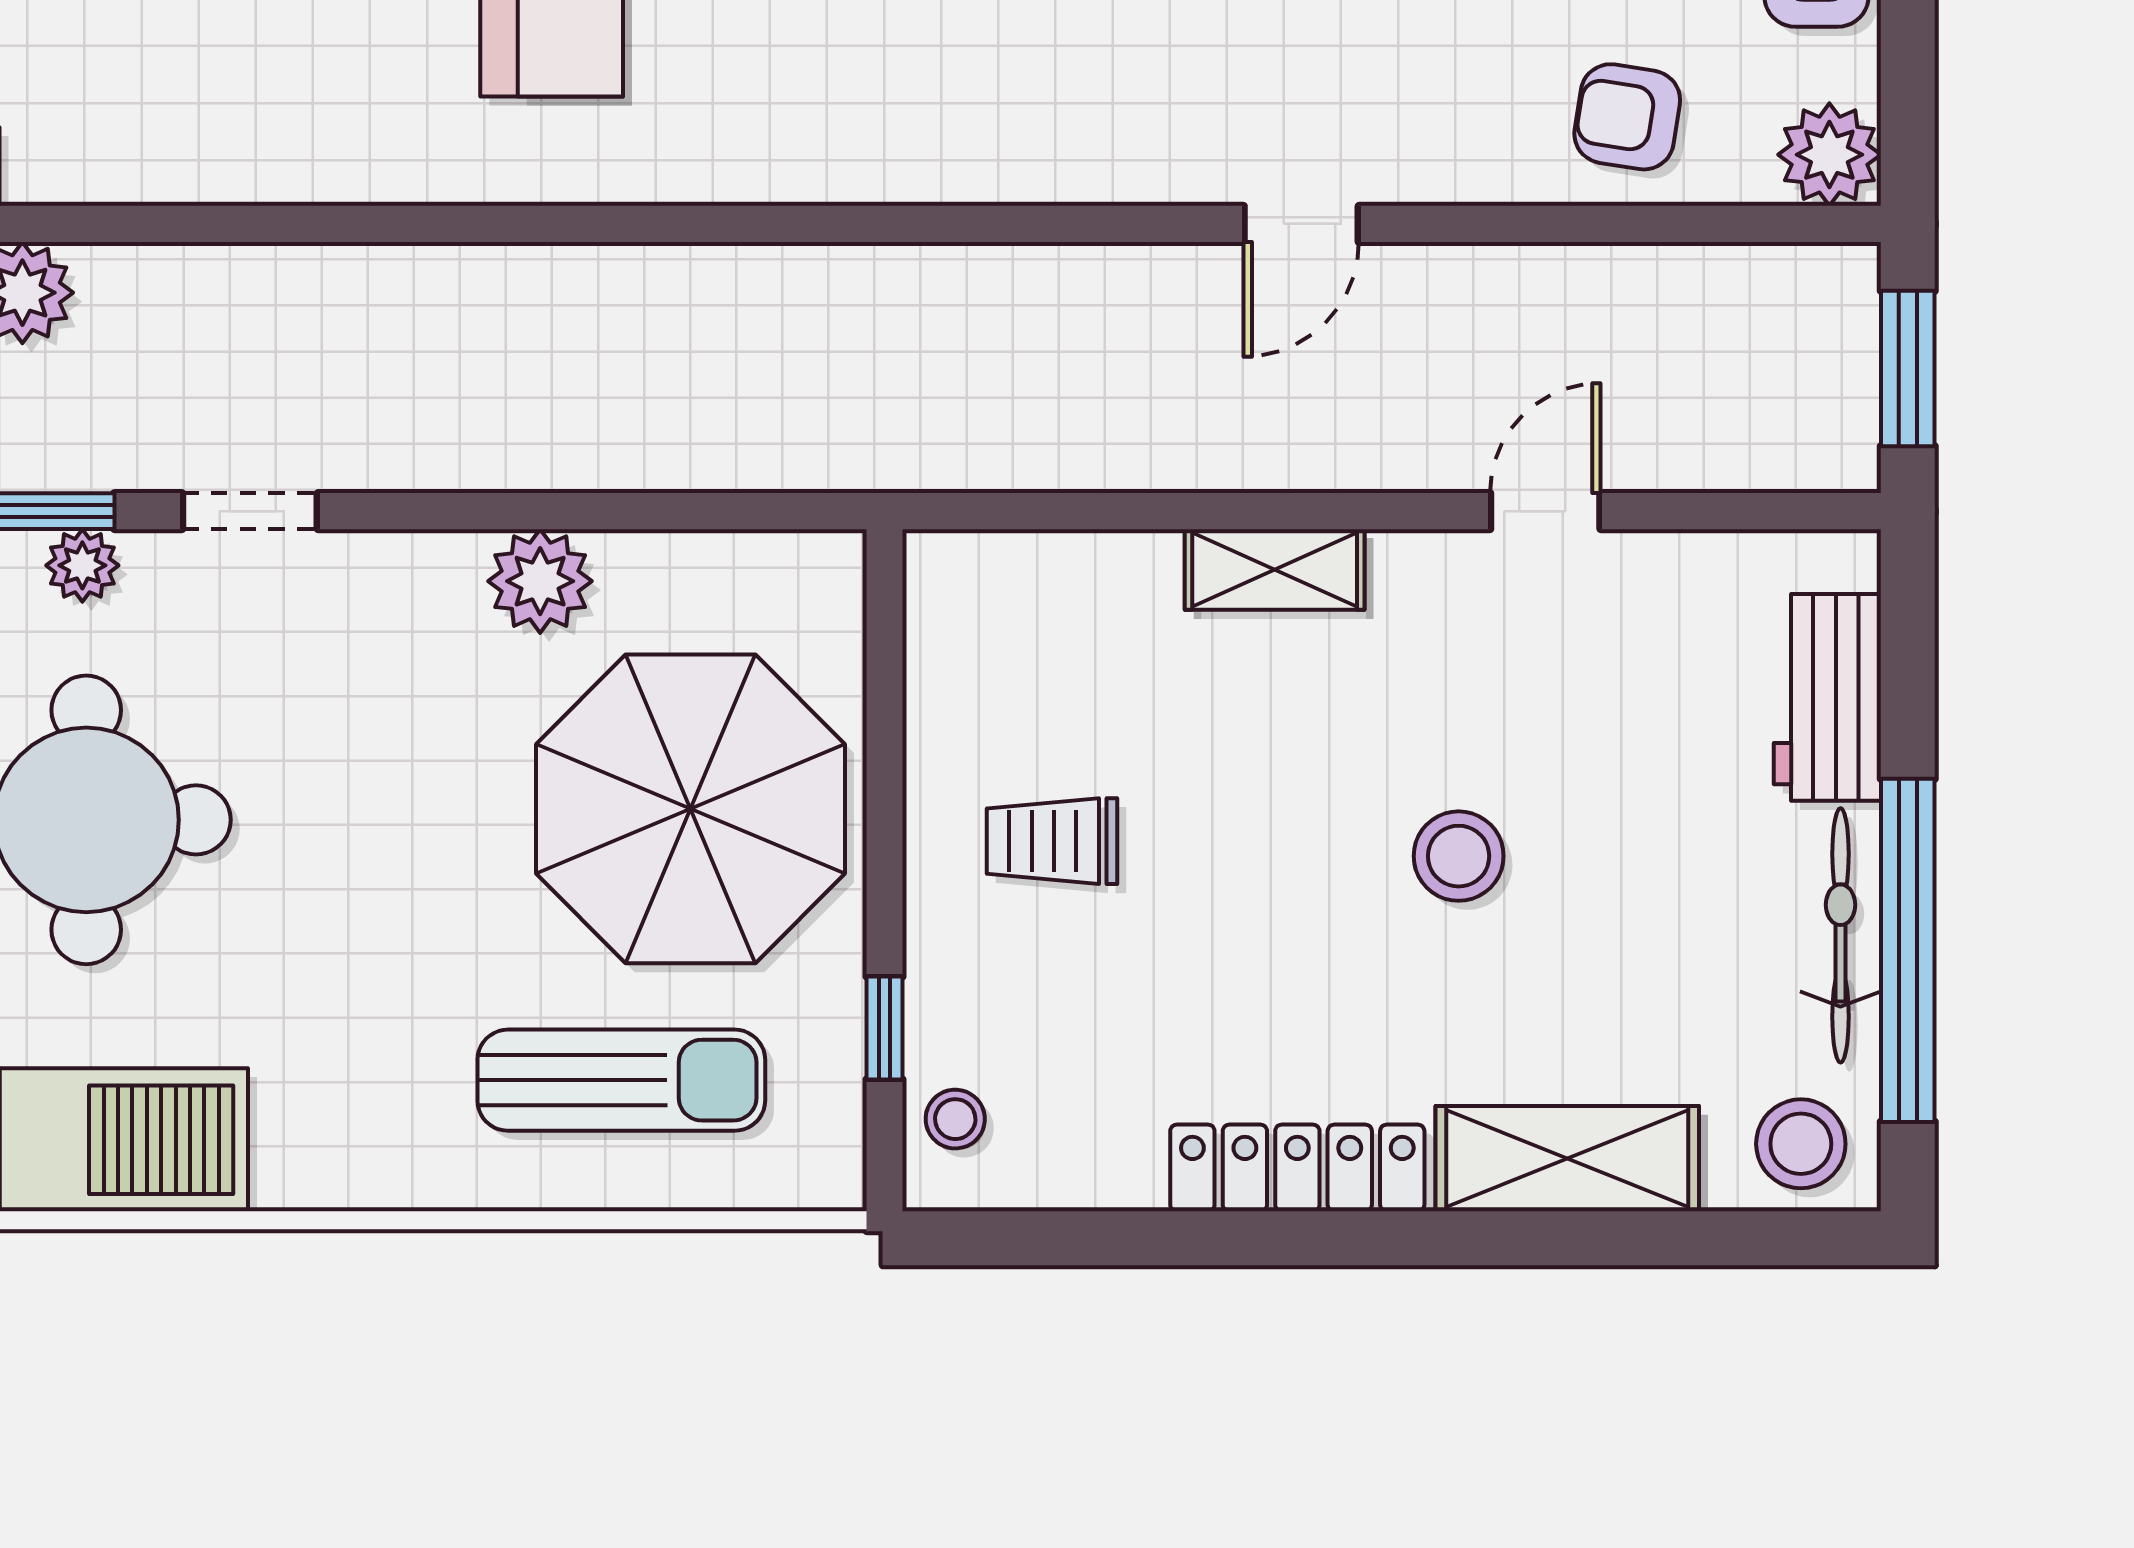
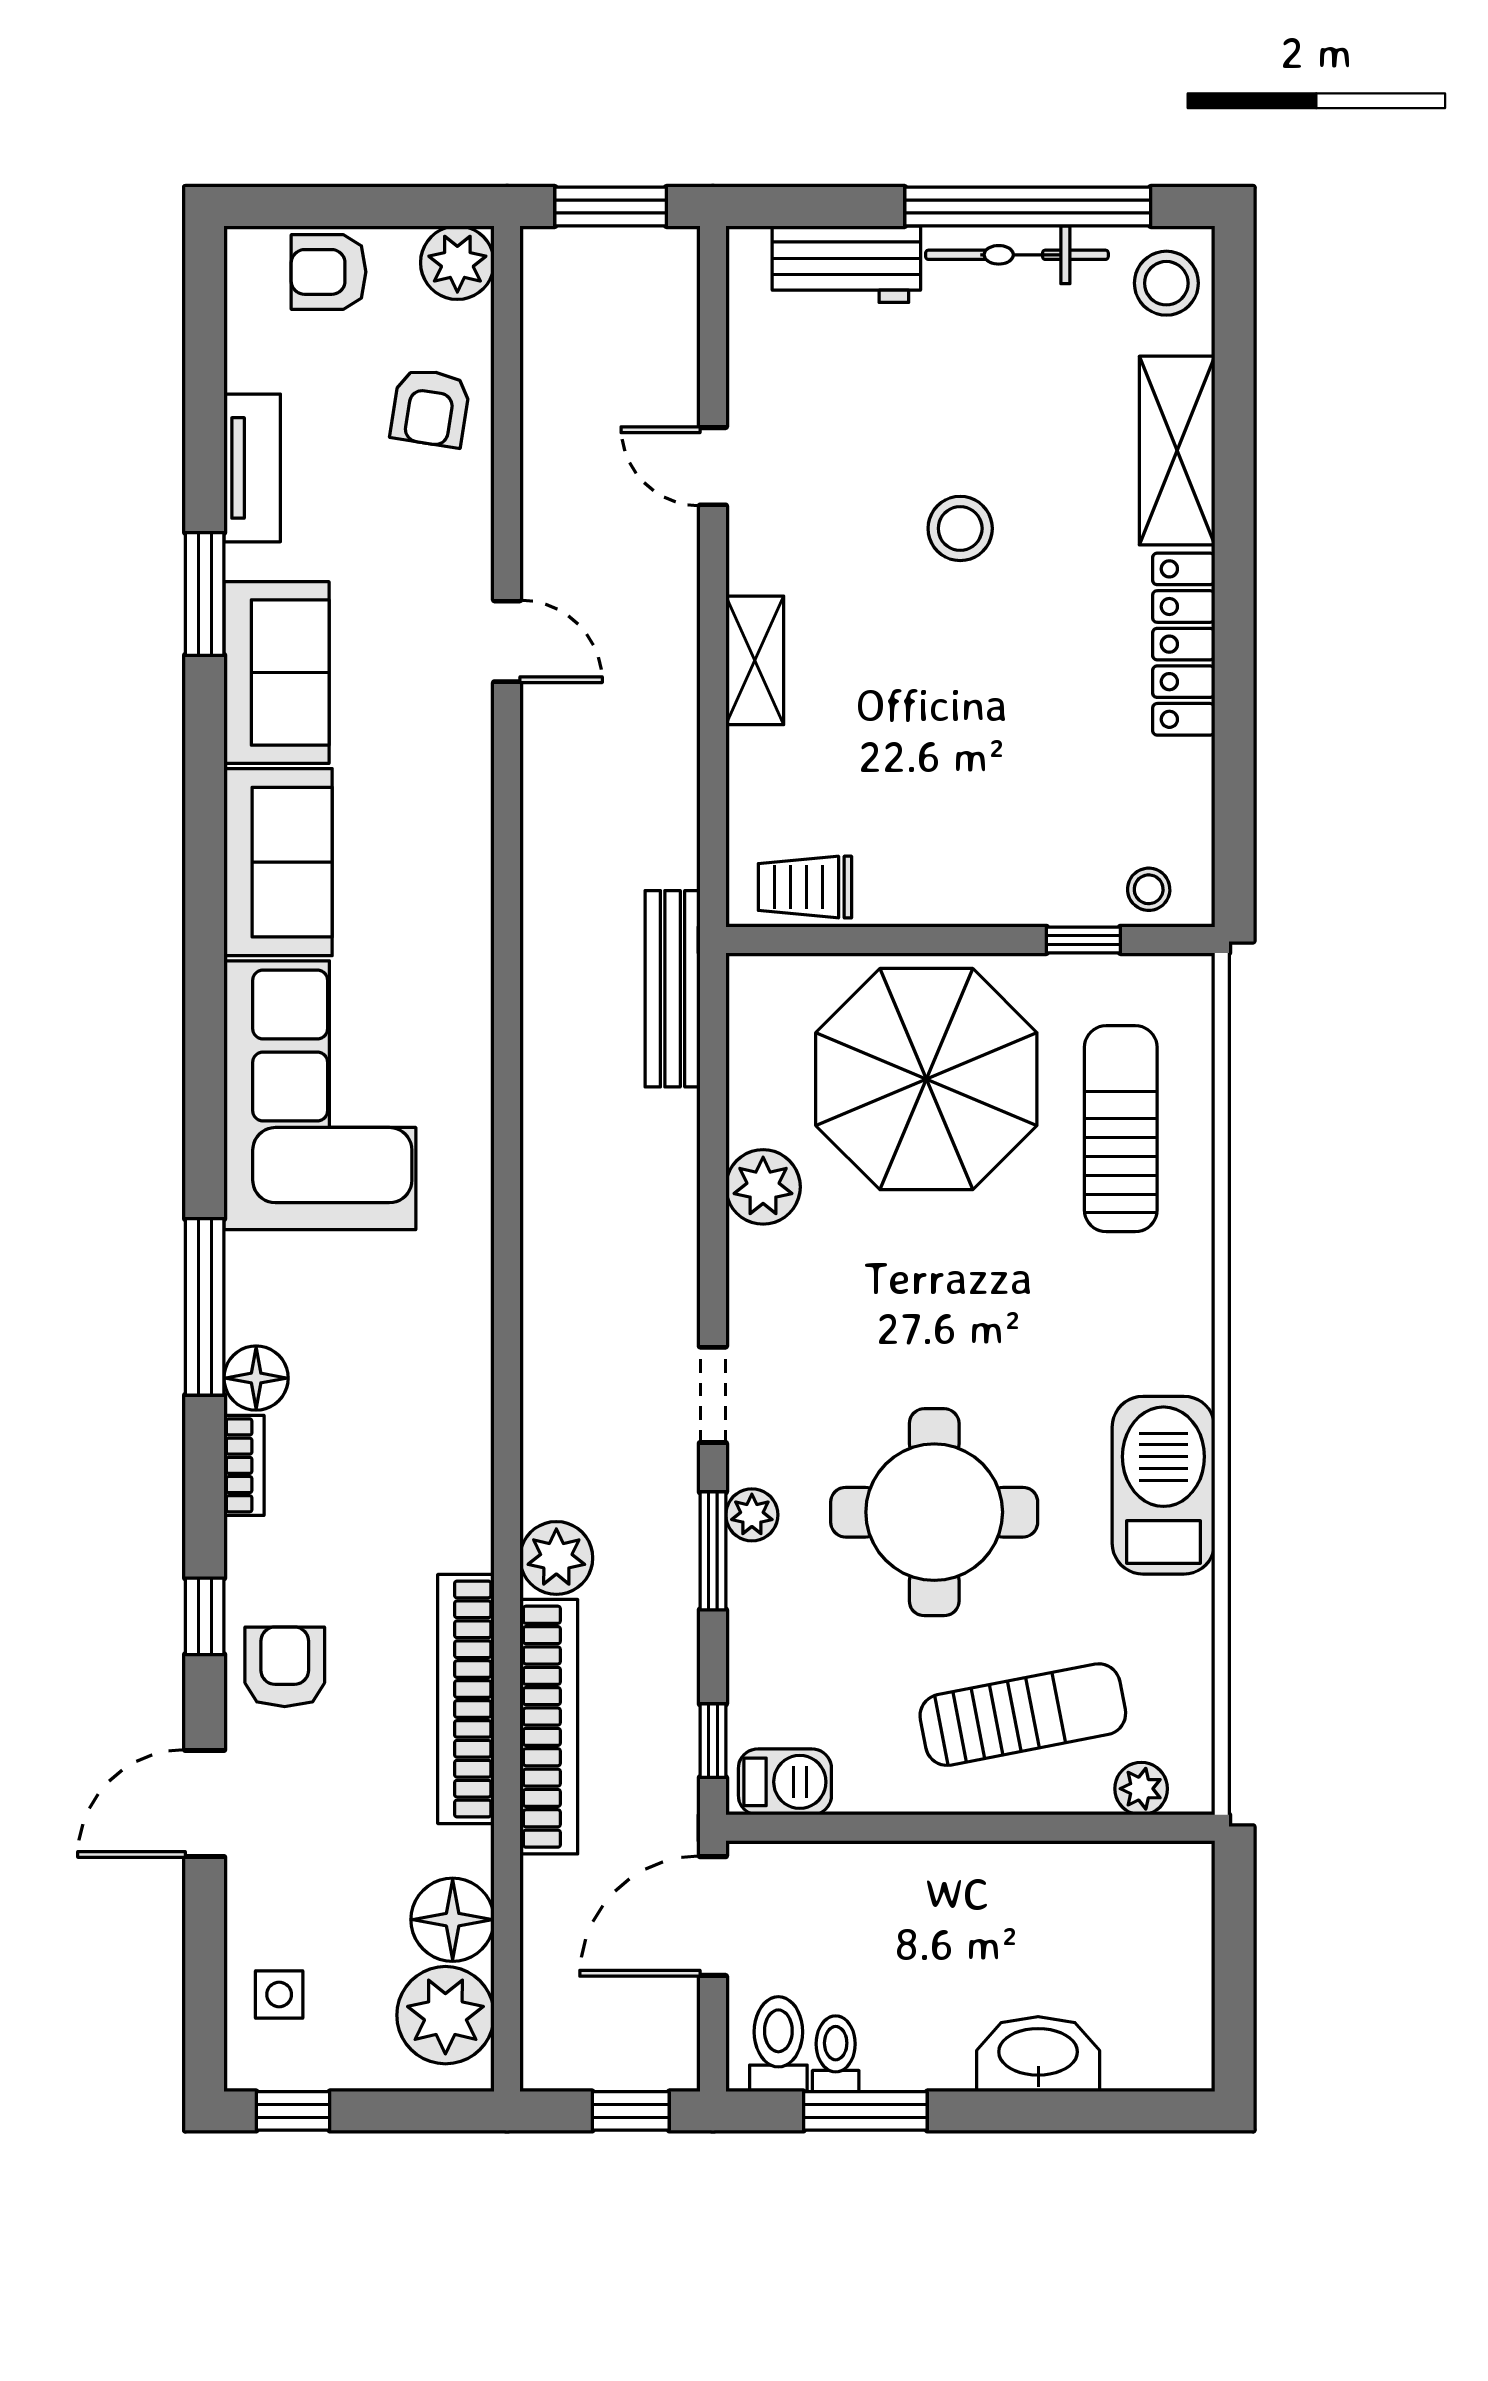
bench: (816, 455) -> (673, 989), added
trolley: (1052, 841) -> (805, 887), moved, turned 90

